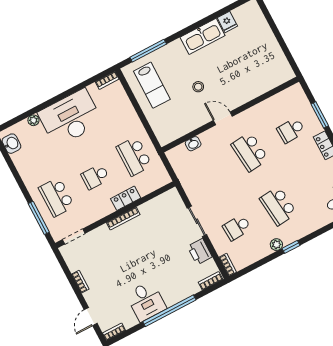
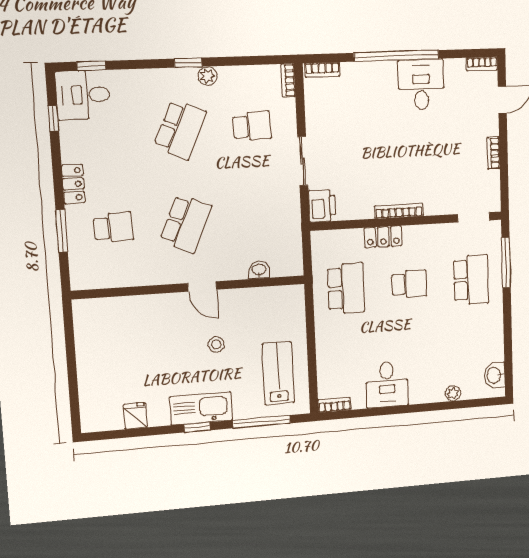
window: (187, 30) -> (197, 427), added
kitchen sink: (203, 36) -> (201, 408), moved
desk: (70, 118) -> (387, 384), width x0.53, depth x0.77
school desk: (250, 152) -> (186, 223), turned 30
school desk: (278, 206) -> (180, 129), turned 30
printer: (200, 252) -> (322, 206), moved

